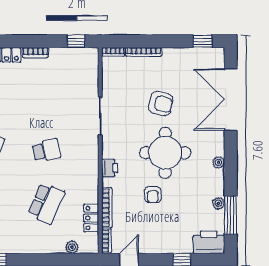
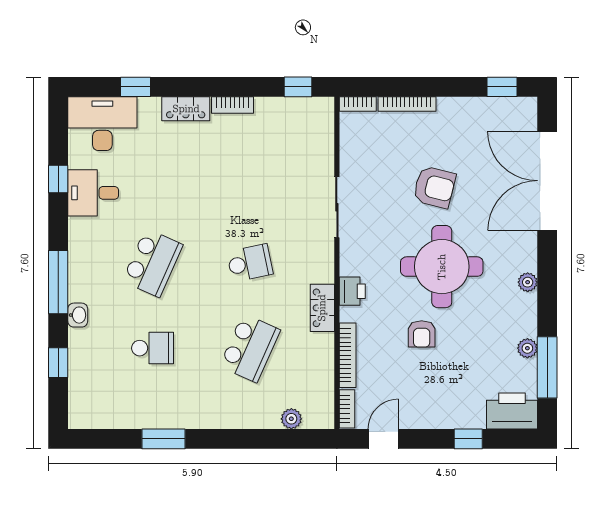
locker: (91, 218) -> (322, 308), moved

